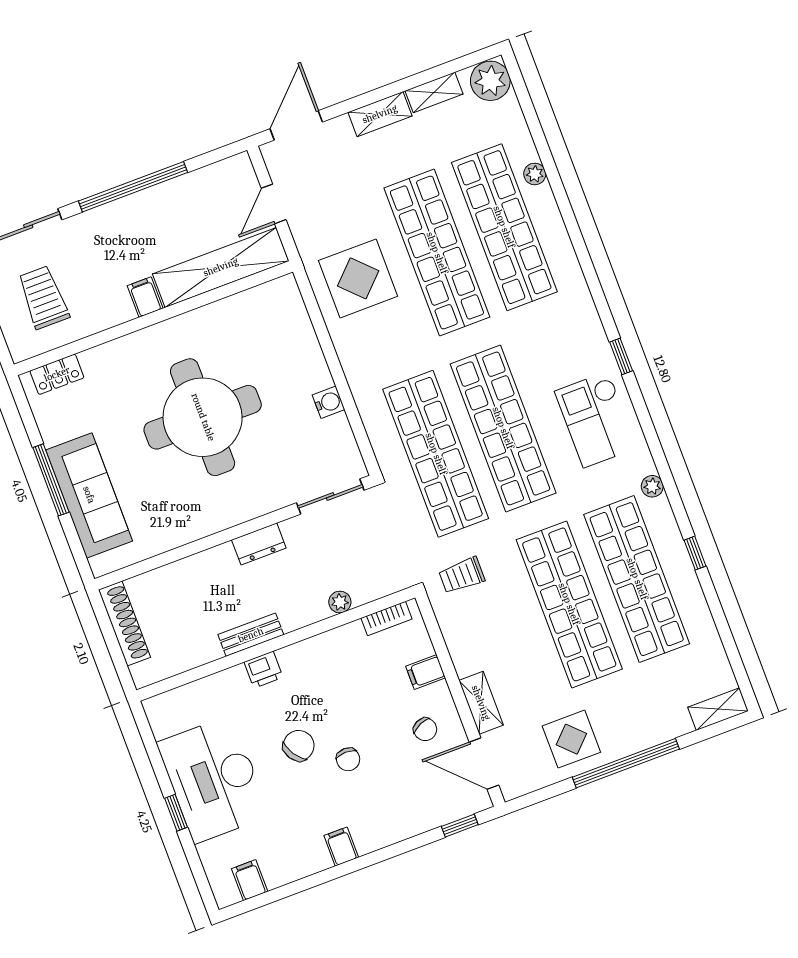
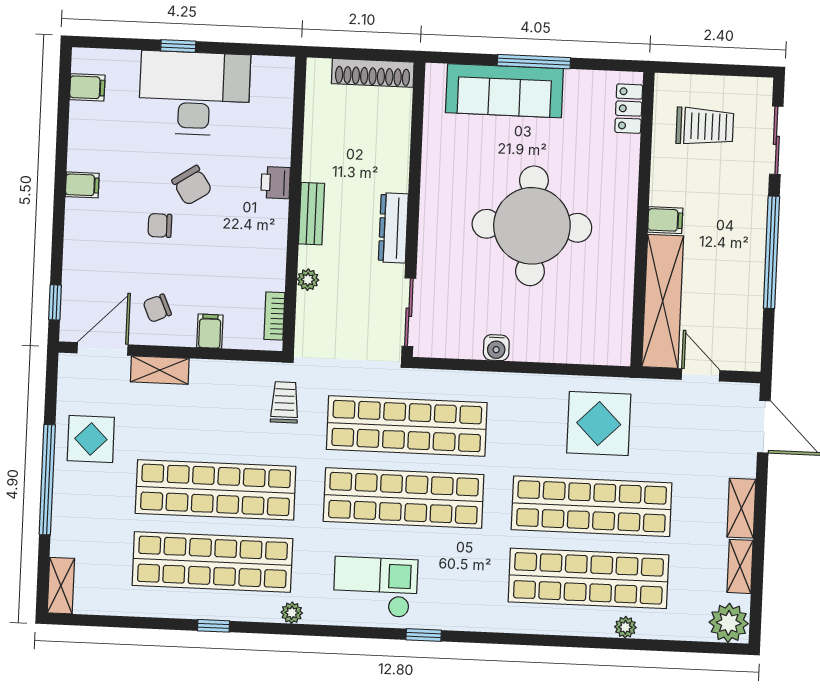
dresser: (259, 544) -> (393, 228), width x1.44
bench: (251, 635) -> (312, 214), moved

